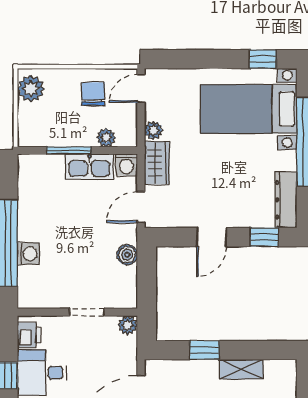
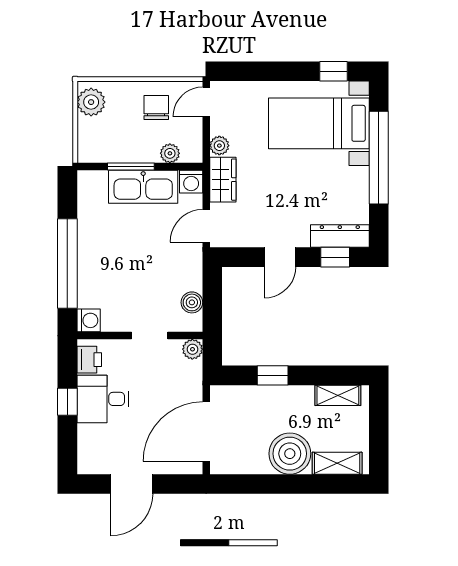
kitchen sink: (89, 167) -> (143, 187), width x1.36, depth x1.24
dresser: (286, 200) -> (340, 236), moved, turned 90
washing machine: (28, 253) -> (89, 320), moved
boiler: (127, 255) -> (192, 302), moved
shelving: (241, 369) -> (338, 395), moved

